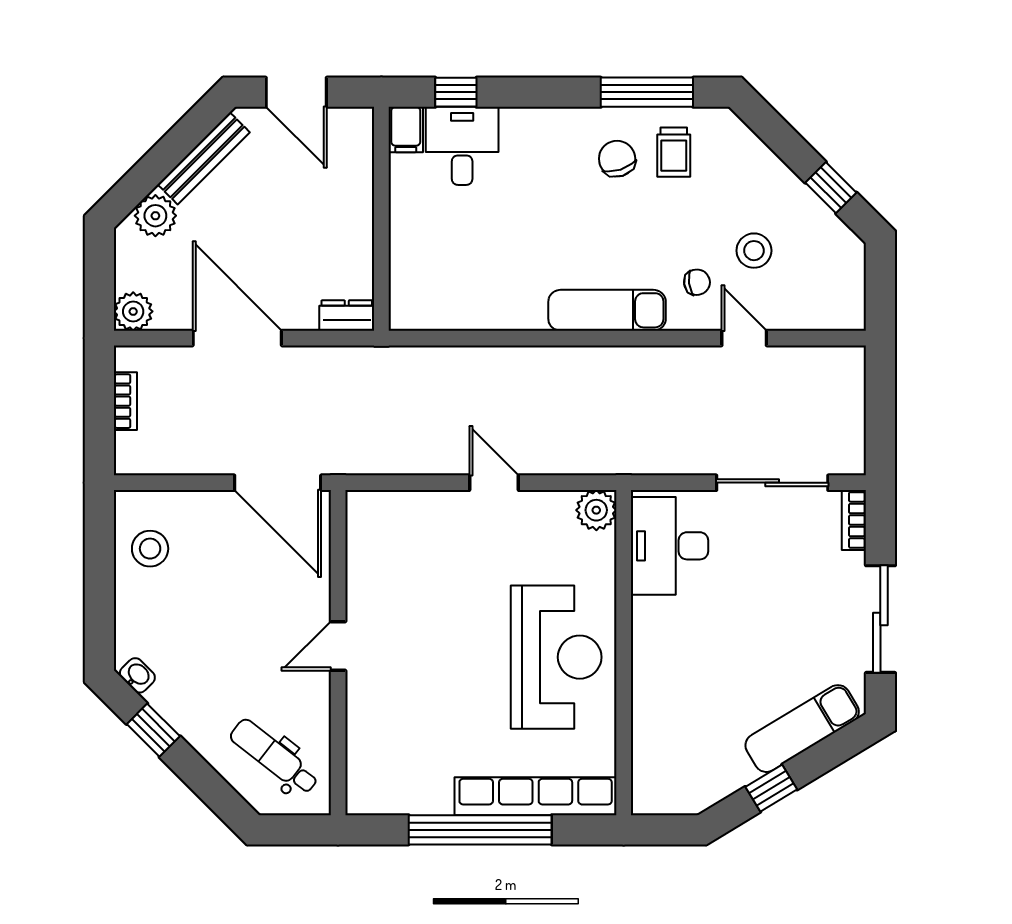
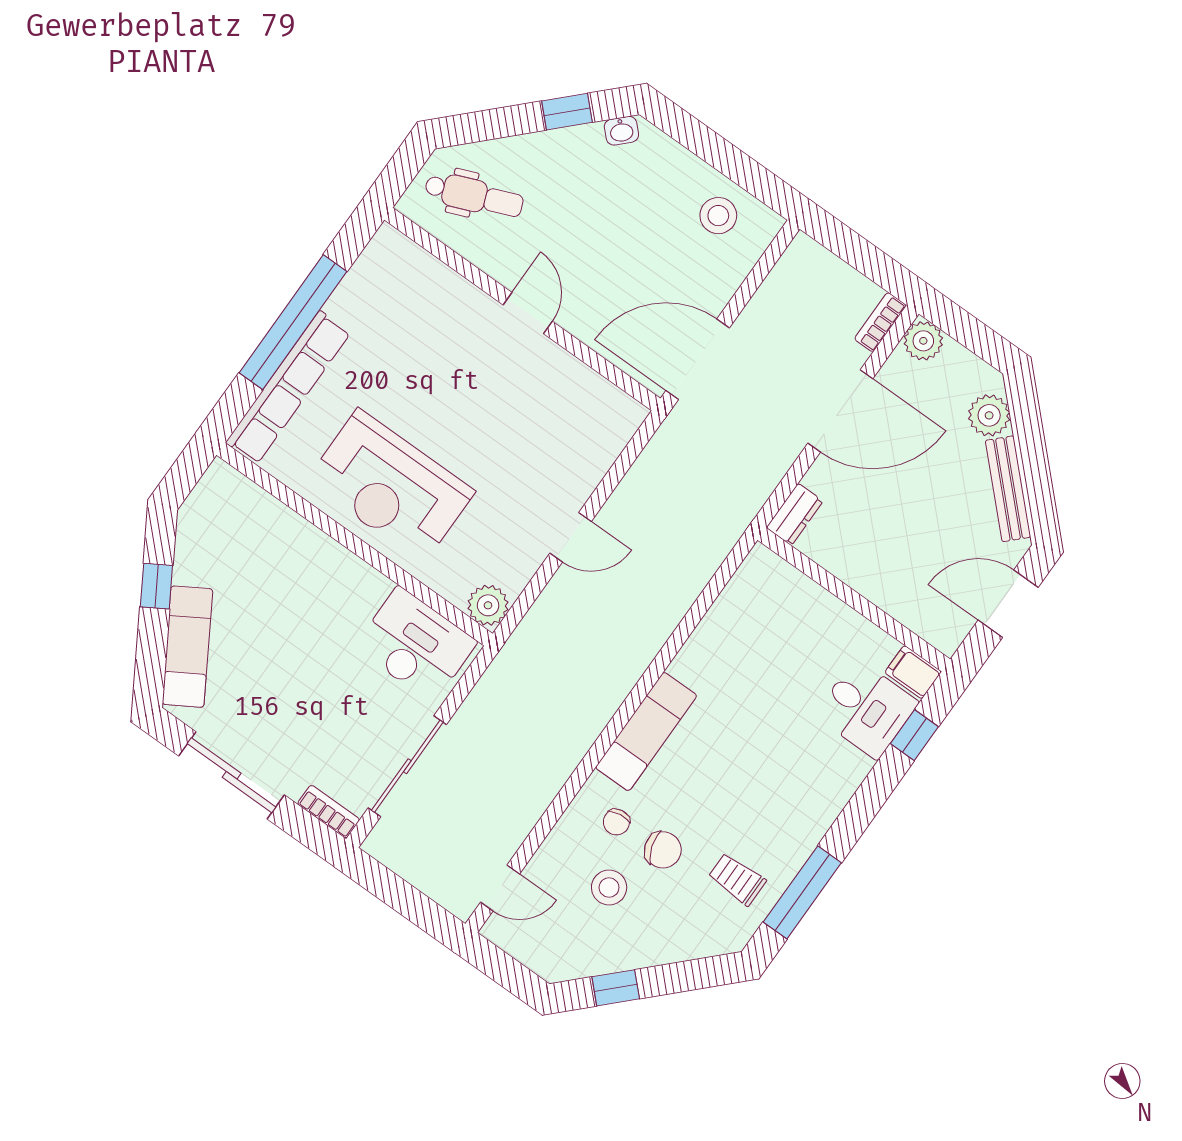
chair: (617, 159) -> (663, 850), moved
door: (744, 338) -> (500, 888), moved
bookcase: (125, 401) -> (880, 322), moved, turned 90
dental chair: (274, 757) -> (474, 196), turned 30

